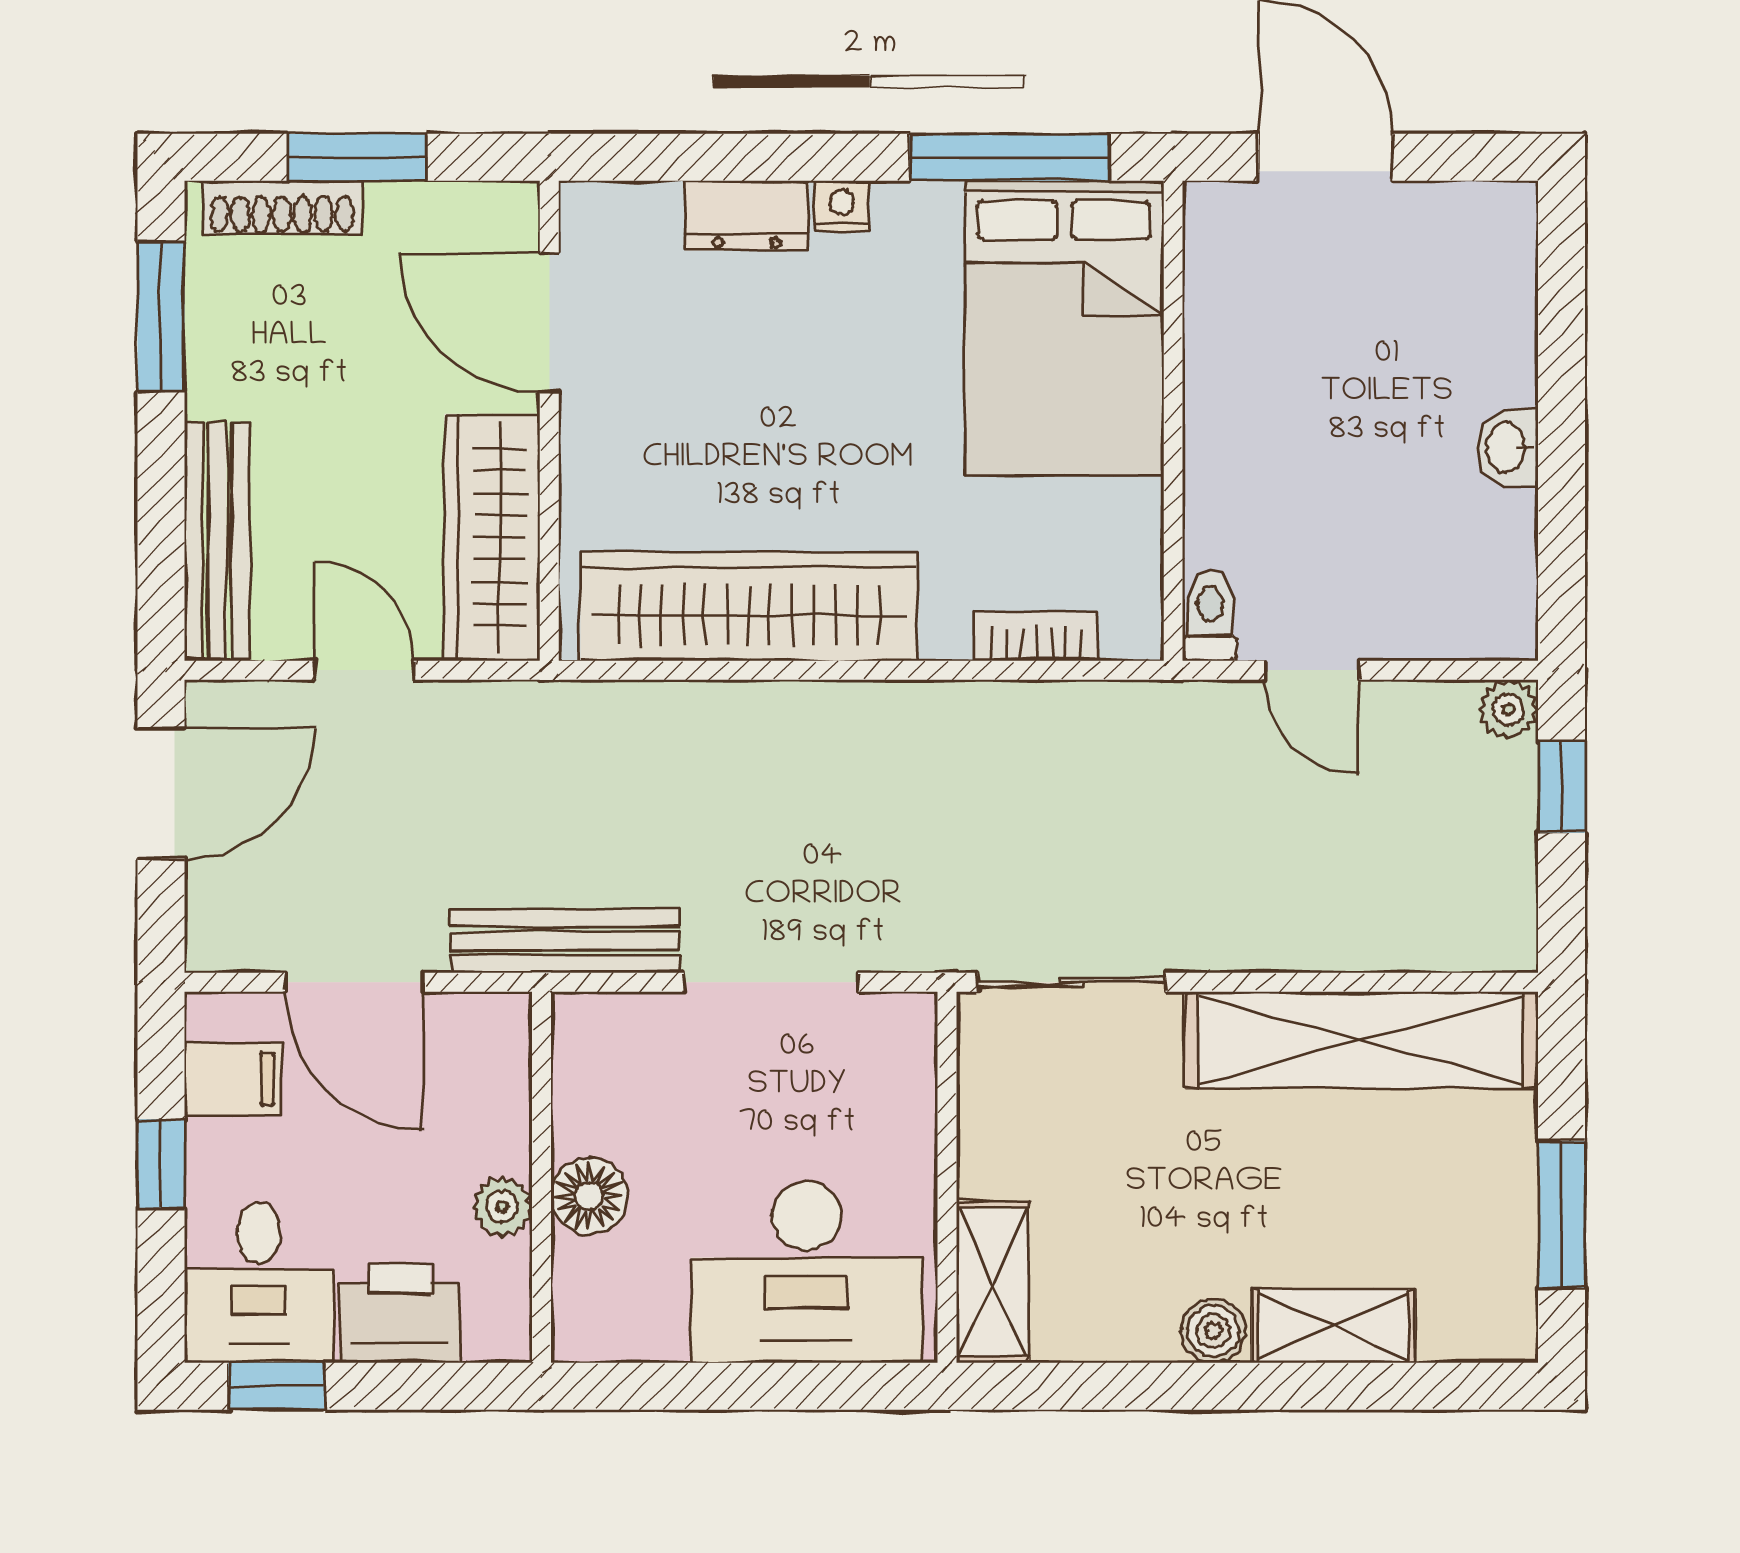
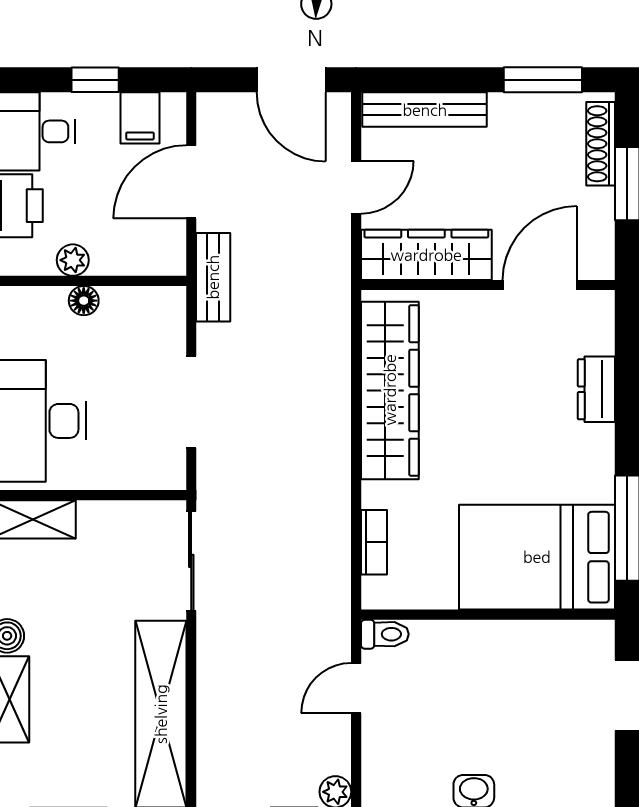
nightstand: (842, 206) -> (601, 440), removed
bench: (565, 941) -> (213, 277), width x0.73
floor lamp: (589, 1196) -> (84, 301), width x0.73, depth x0.73

